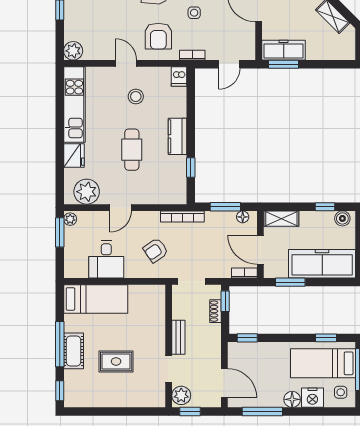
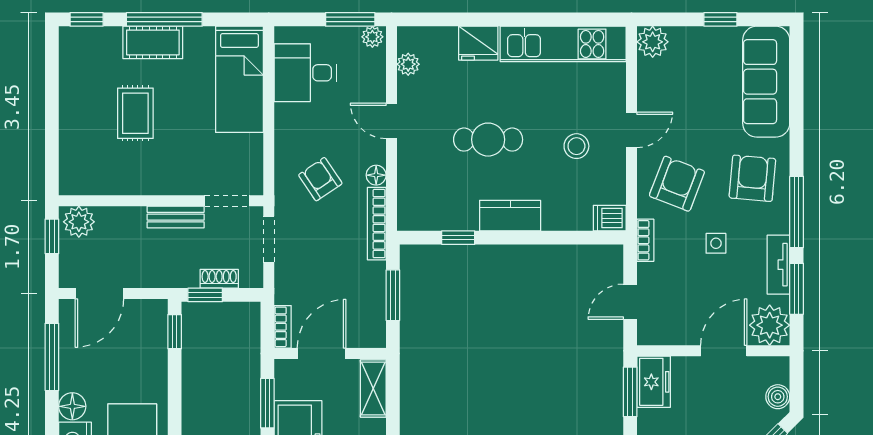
armchair: (158, 36) -> (677, 184), turned 111
freezer: (284, 50) -> (654, 382), width x0.71
door: (229, 64) -> (630, 302), hinge flipped
plant: (87, 192) -> (408, 64), width x0.53, depth x0.53
floor lamp: (243, 217) -> (376, 175), moved
desk: (106, 259) -> (305, 73), moved
window: (225, 301) -> (205, 295), moved
doorway: (169, 369) -> (227, 201), moved

